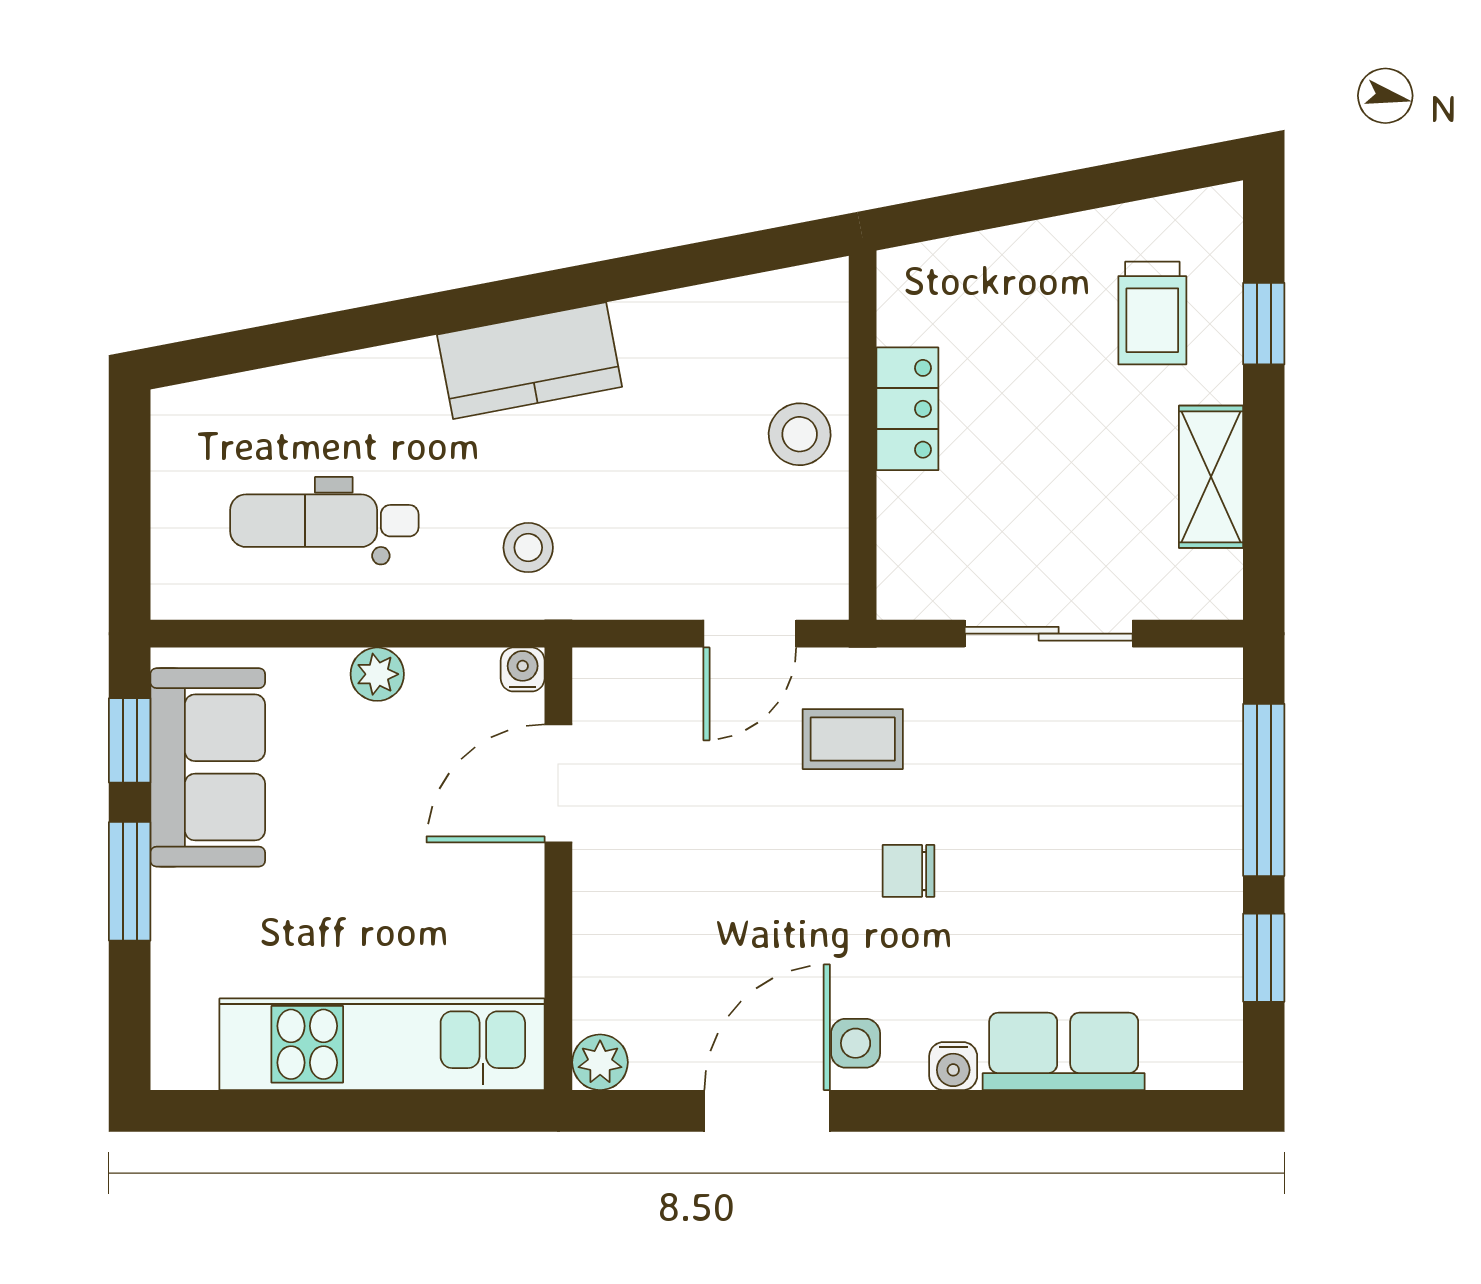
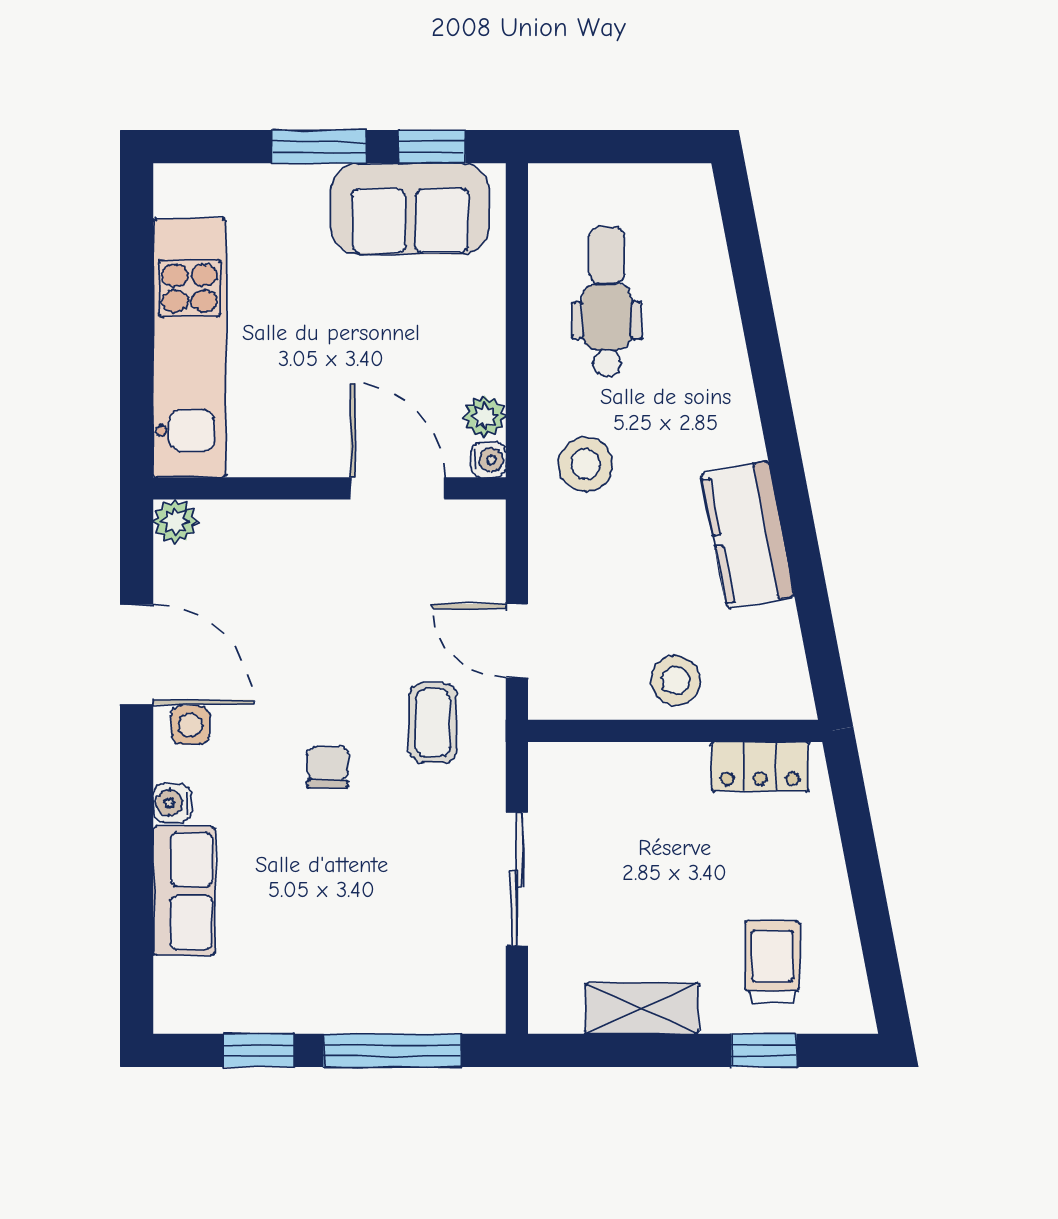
trolley: (1152, 313) -> (772, 962), turned 90
kitchen counter: (530, 361) -> (748, 535), moved
locker: (907, 409) -> (760, 767), moved
stool: (528, 548) -> (586, 464), width x1.37, depth x1.37
plant: (377, 674) -> (485, 417), moved

